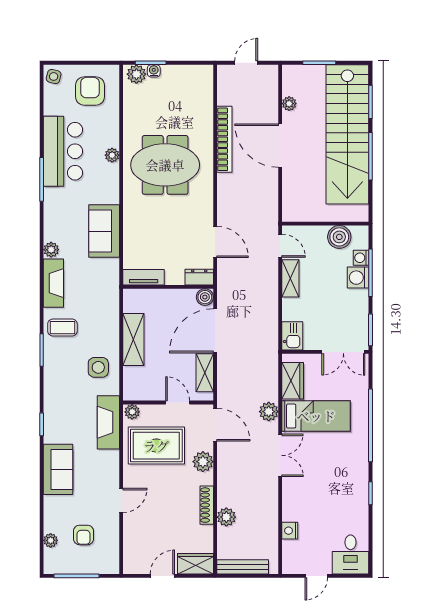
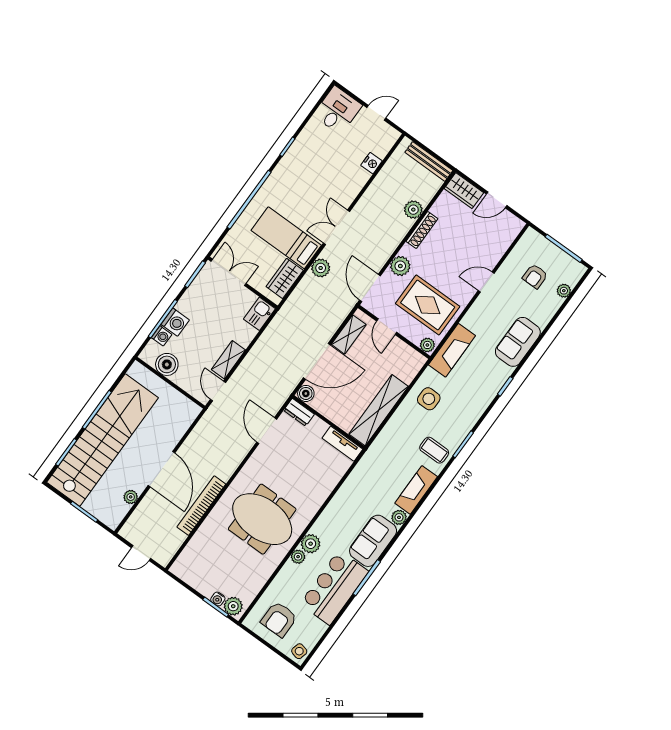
plant: (109, 174) -> (311, 544), added
sofa: (104, 231) -> (373, 541), moved, turned 180
shelving: (133, 340) -> (379, 410), width x1.47
armchair: (84, 535) -> (535, 276), turned 180

